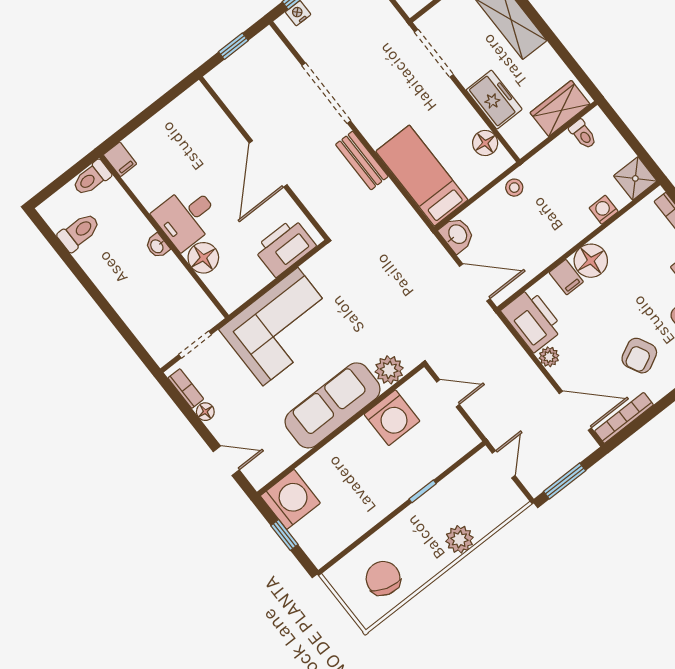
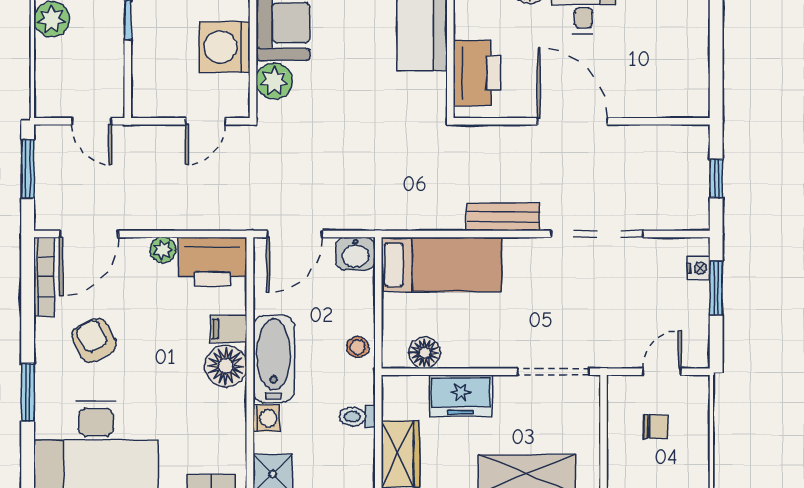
toilet: (583, 134) -> (357, 417), moved
bathtub: (563, 234) -> (274, 359), added

